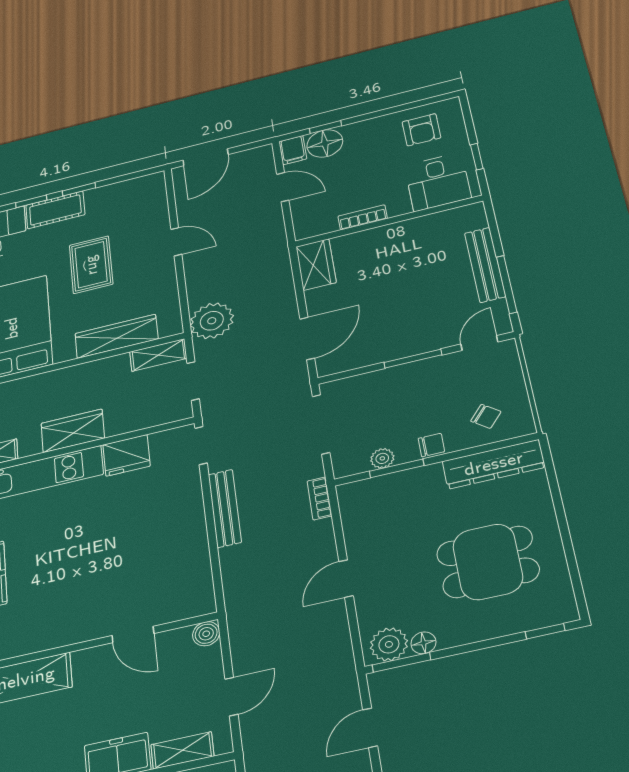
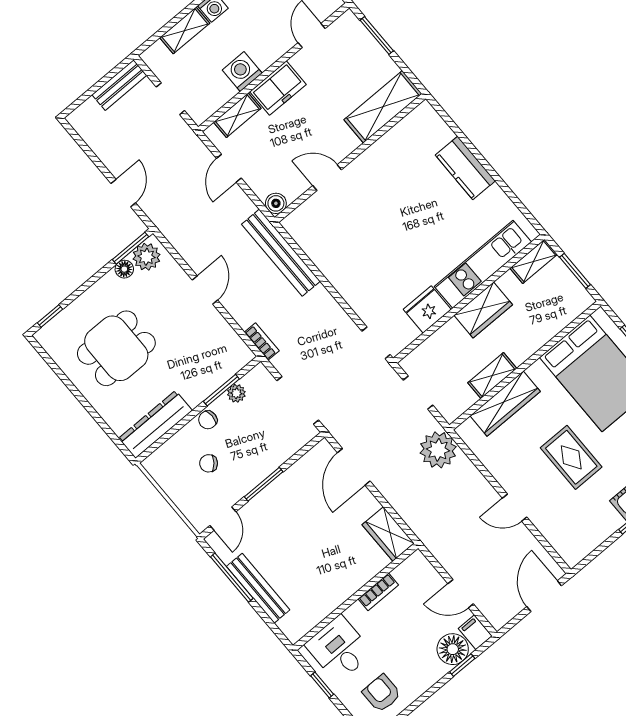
shelving: (158, 355) -> (492, 376), moved
chair: (486, 416) -> (209, 463), moved
bench: (225, 508) -> (281, 253), moved, width x1.37, depth x1.21

